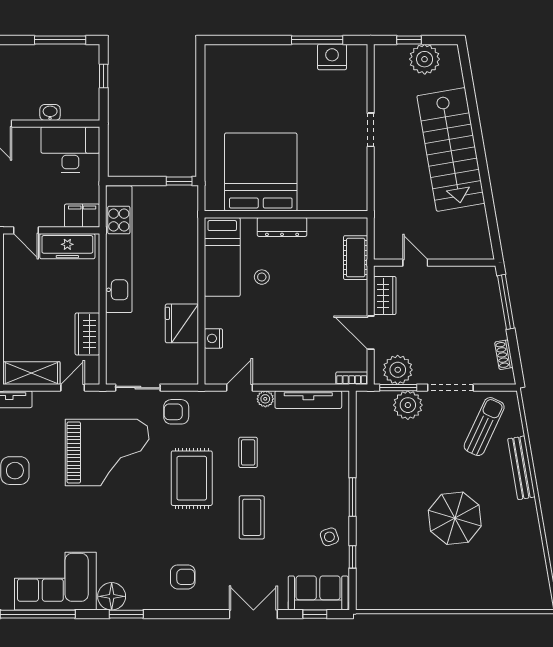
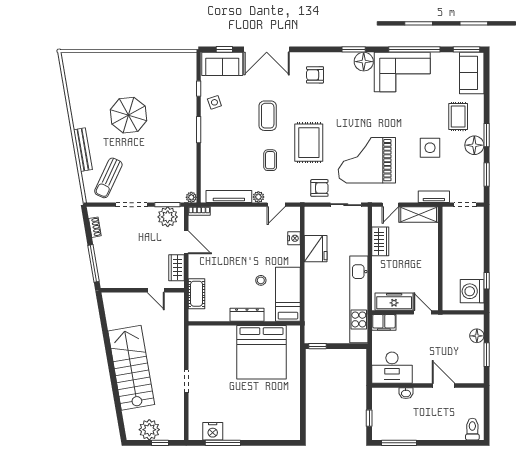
plant: (408, 405) -> (191, 197), moved, width x0.53, depth x0.53
double door: (253, 614) -> (267, 49), width x1.37

